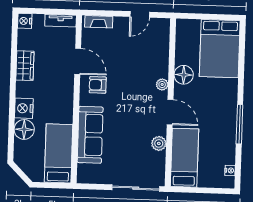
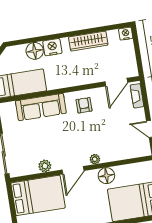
tv unit: (61, 21) -> (132, 64), removed
door: (78, 61) -> (116, 82), moved
wardrobe: (25, 66) -> (88, 41), width x1.50
bed: (185, 158) -> (38, 195), width x1.50

